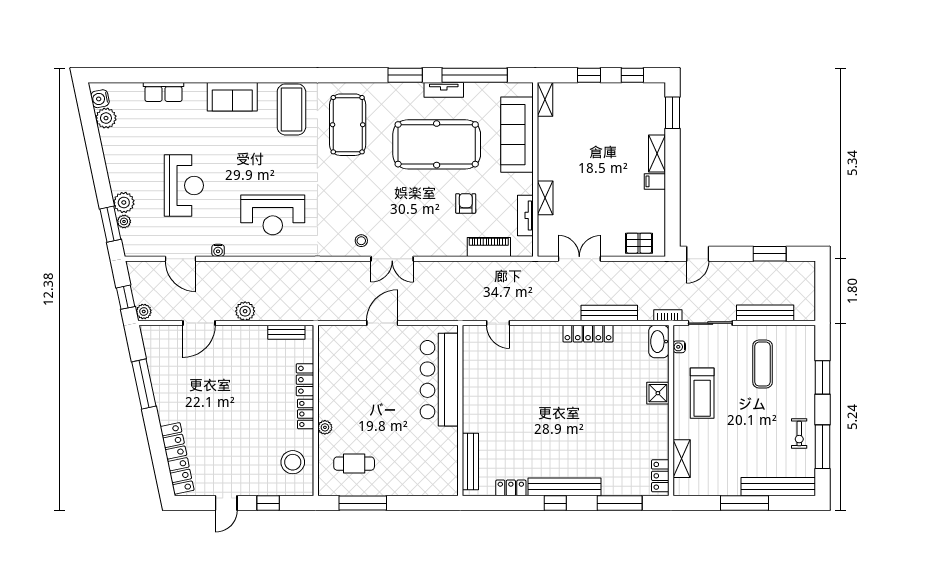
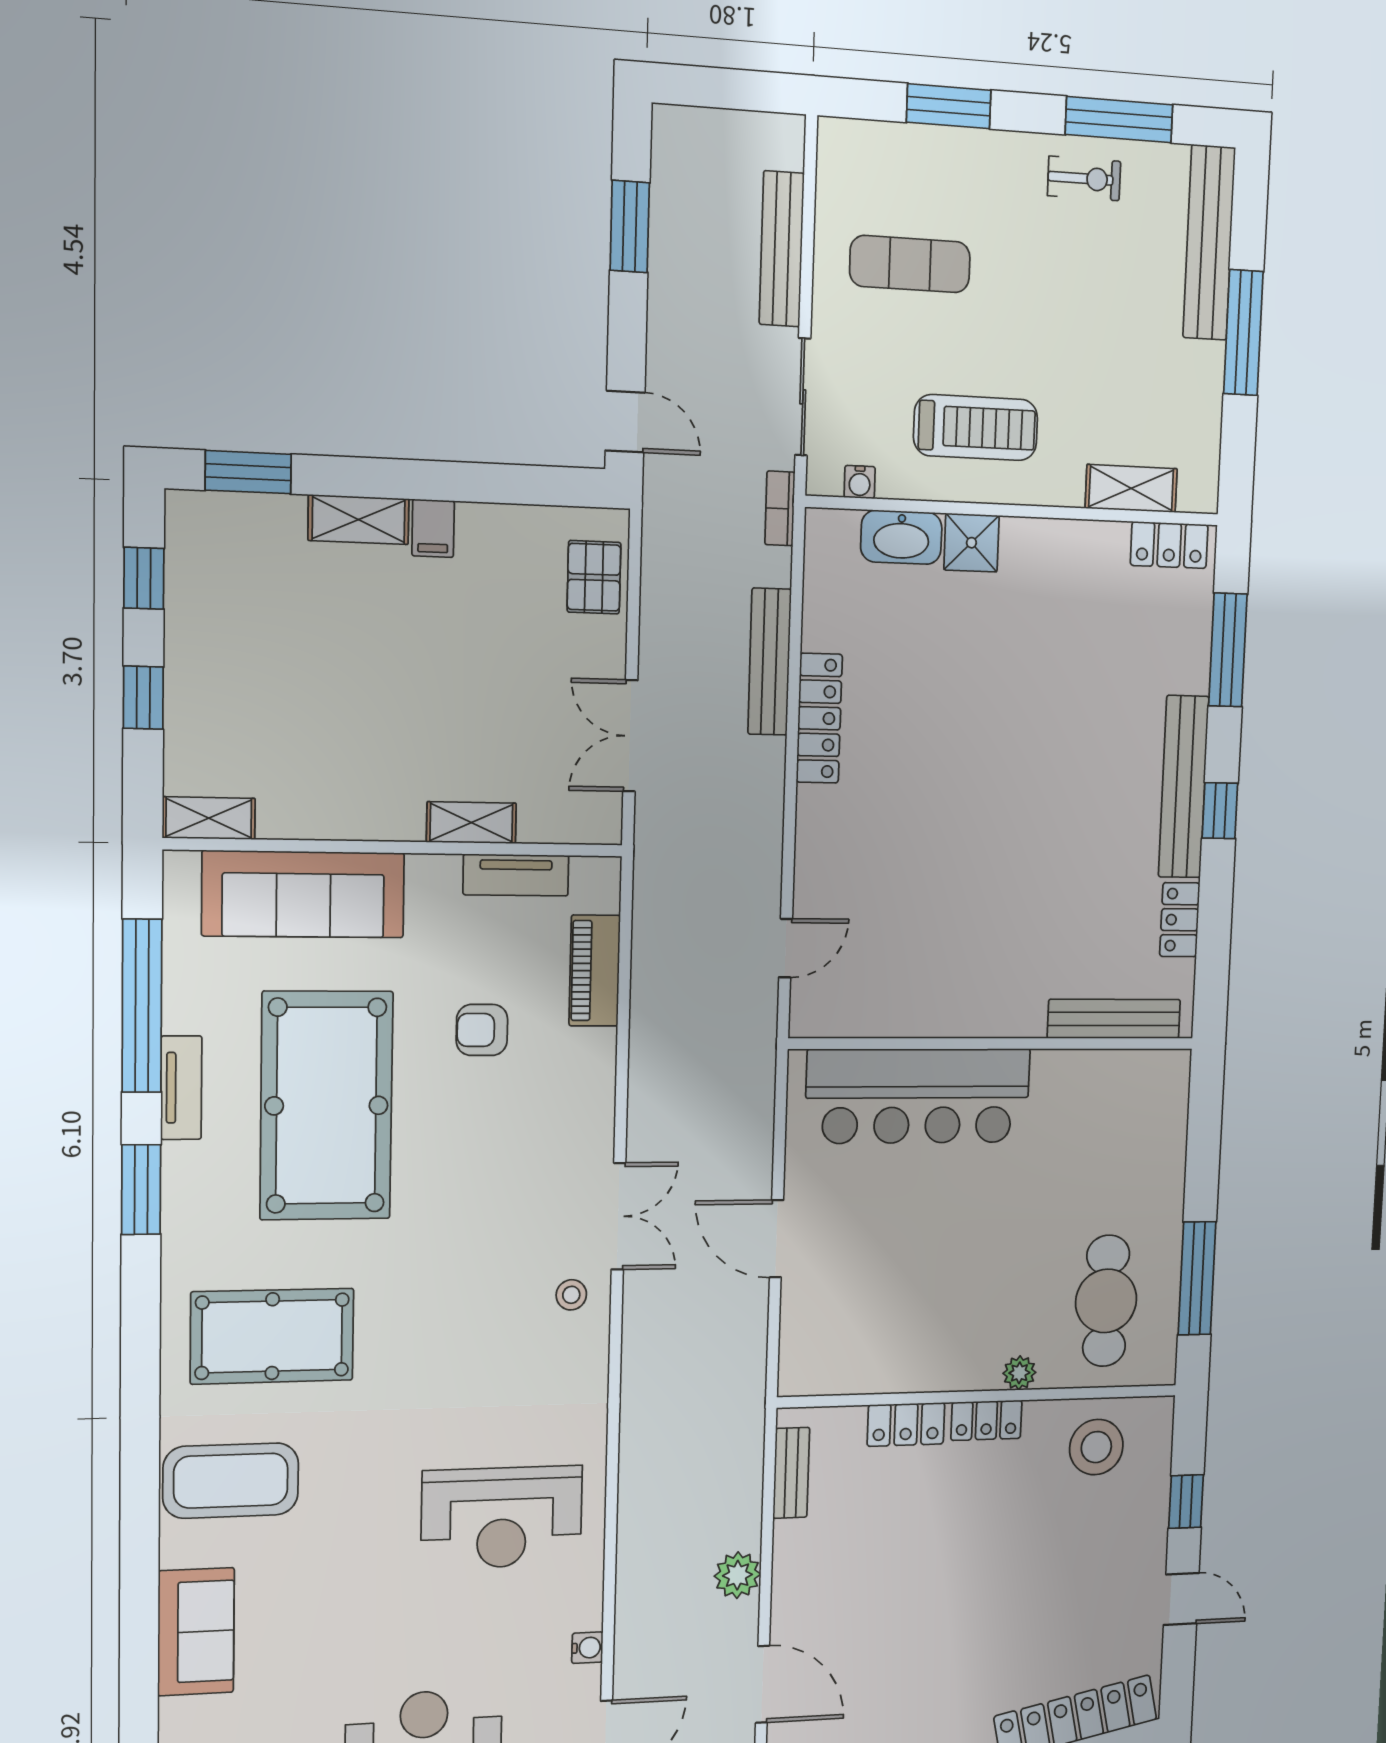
reception desk: (273, 215) -> (502, 1517), turned 90
washbasin: (659, 342) -> (901, 537), moved
cafe table: (354, 464) -> (1106, 1301), width x1.37, depth x1.35

